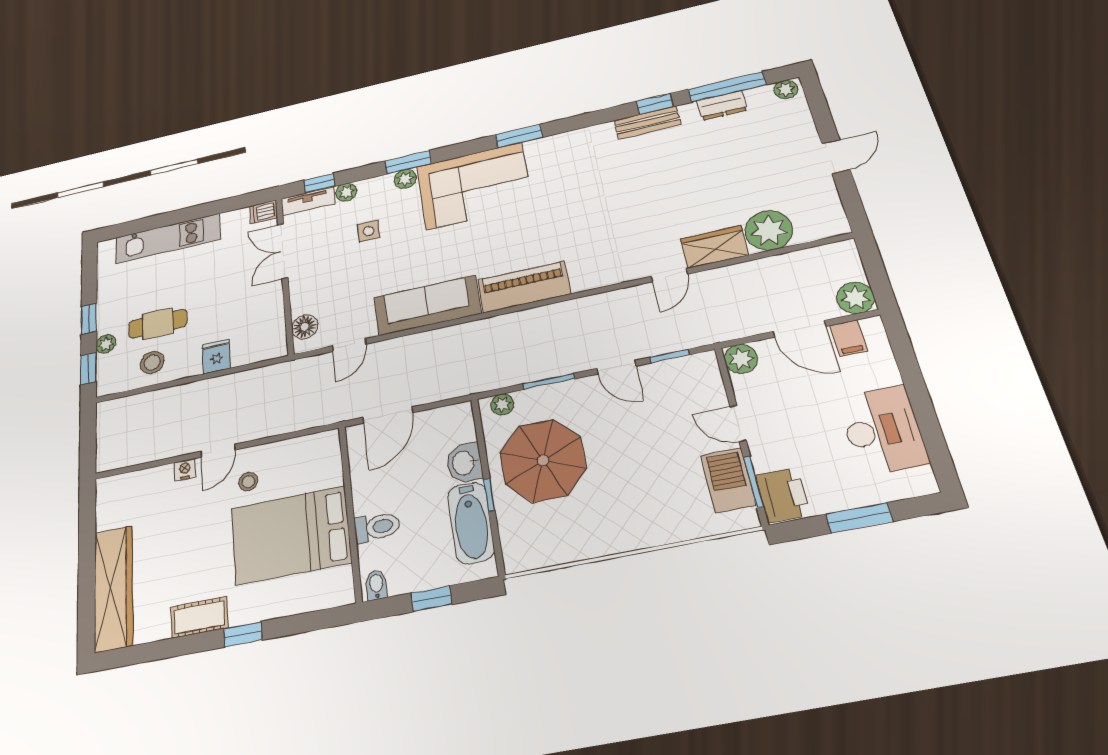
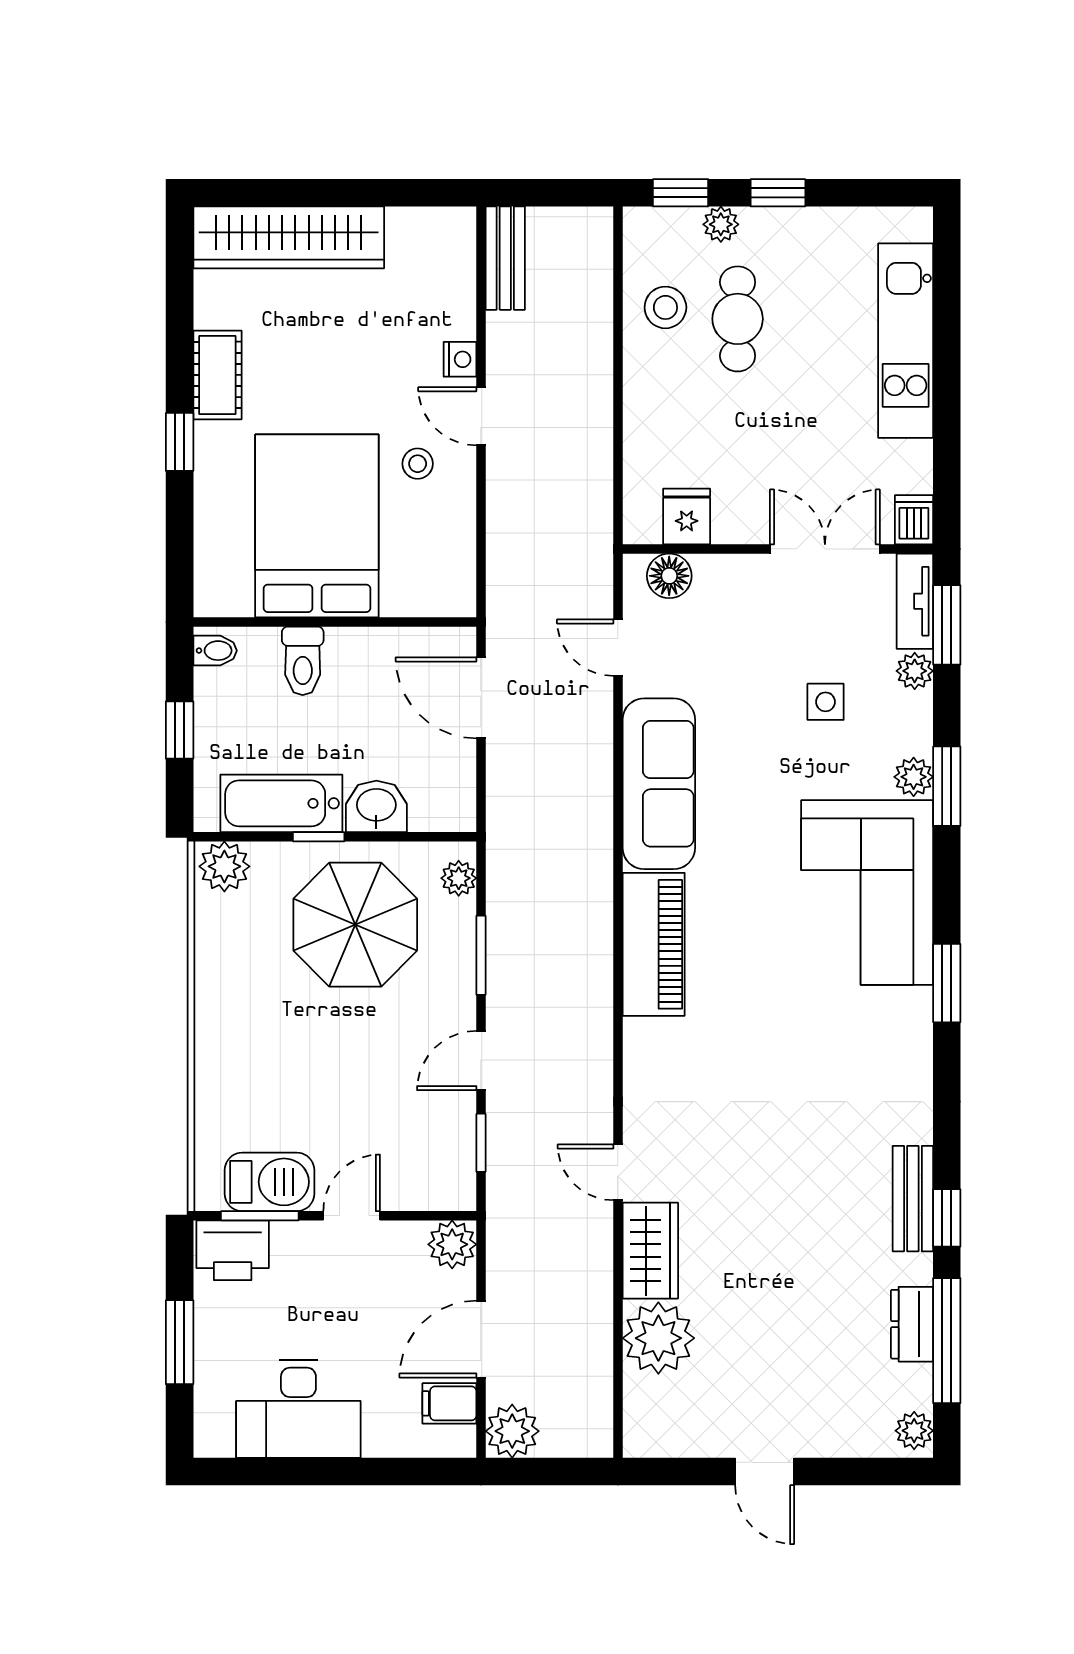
window: (319, 183) -> (947, 625), width x1.50
fridge: (216, 356) -> (687, 517), moved, turned -90
bench: (125, 456) -> (505, 258), added
plant: (519, 551) -> (224, 866), added

